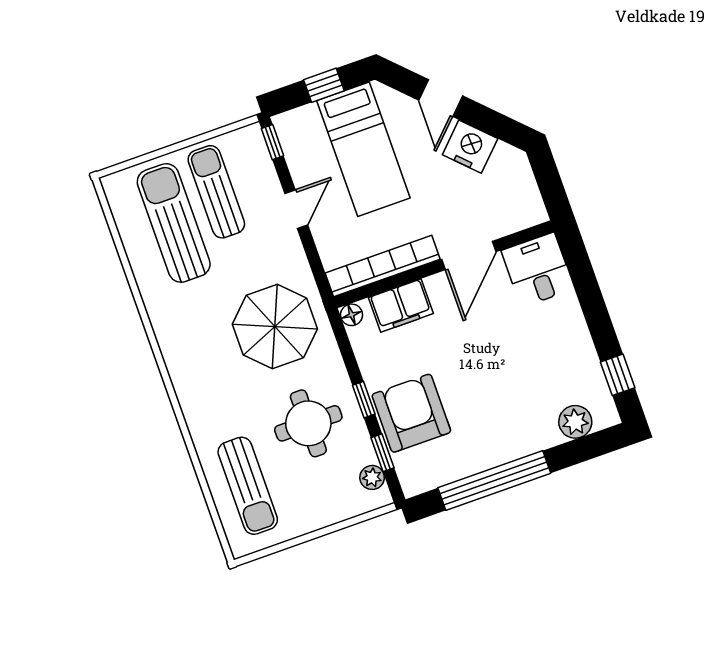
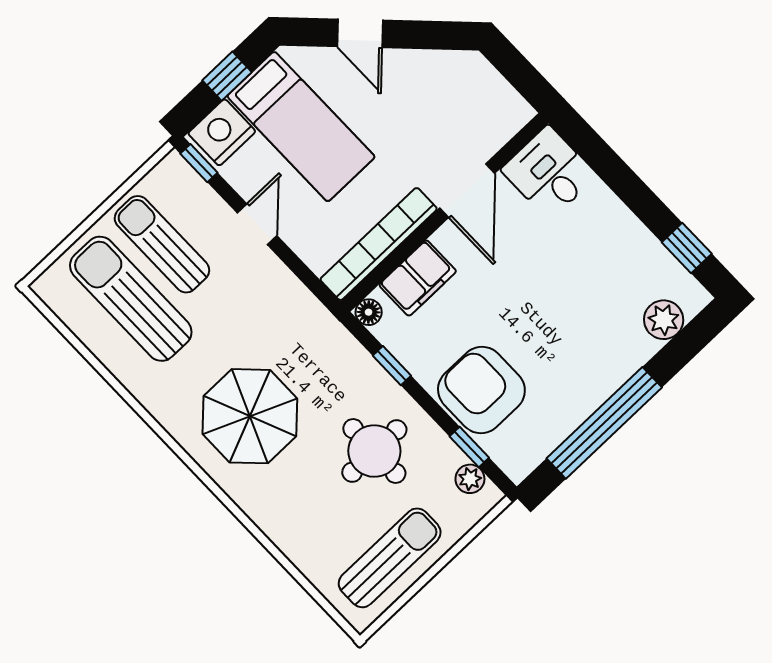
nightstand: (470, 147) -> (222, 132), moved, turned -45
parasol: (275, 326) -> (250, 416), moved
window: (364, 400) -> (392, 366), moved
sun lounger: (248, 486) -> (390, 558), moved, turned -90

